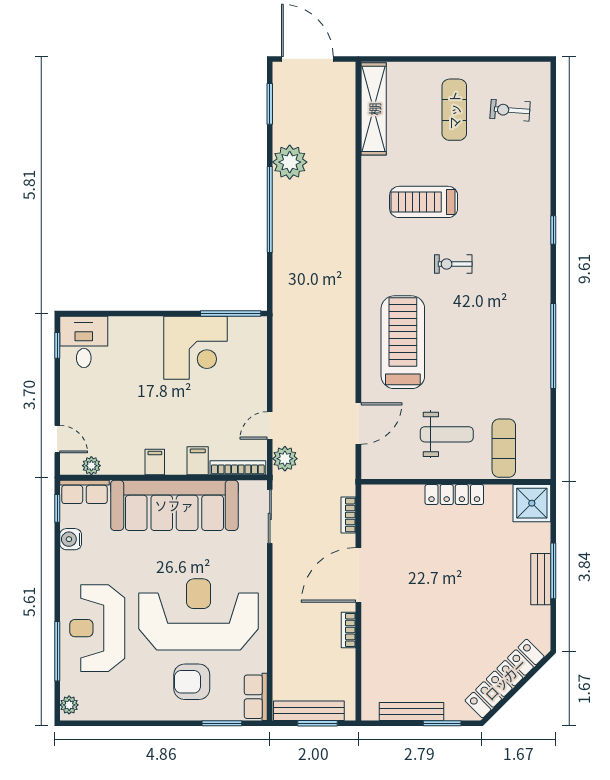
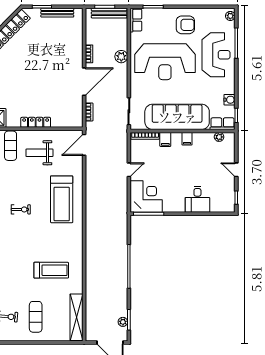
plant: (290, 162) -> (123, 322), moved, width x0.53, depth x0.53
exercise bike: (453, 264) -> (21, 209), moved
desk: (84, 342) -> (197, 199), moved
corner desk: (196, 348) -> (146, 196), moved, turned 90
door: (358, 423) -> (84, 145), moved
door: (270, 425) -> (129, 170), moved
door: (57, 439) -> (236, 170), moved
plant: (285, 459) -> (121, 57), moved
armchair: (192, 682) -> (185, 25), moved

